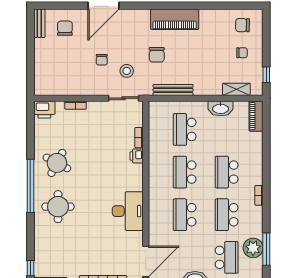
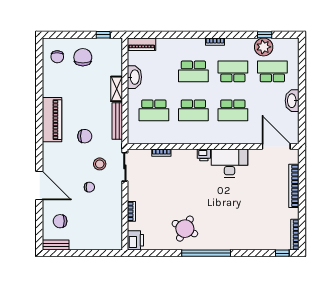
chair: (242, 53) -> (83, 57), width x1.87, depth x1.87
shelving: (236, 89) -> (117, 89), moved
printer: (137, 156) -> (204, 155), moved
round table: (58, 207) -> (225, 228), removed
school desk: (227, 215) -> (233, 71), turned 180
window: (266, 249) -> (265, 35), width x0.46

